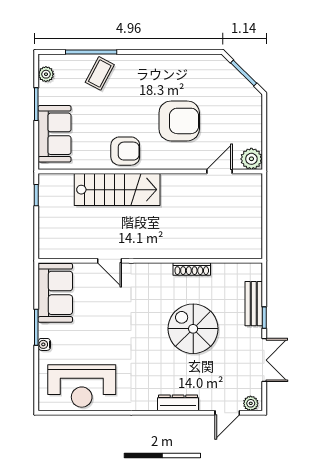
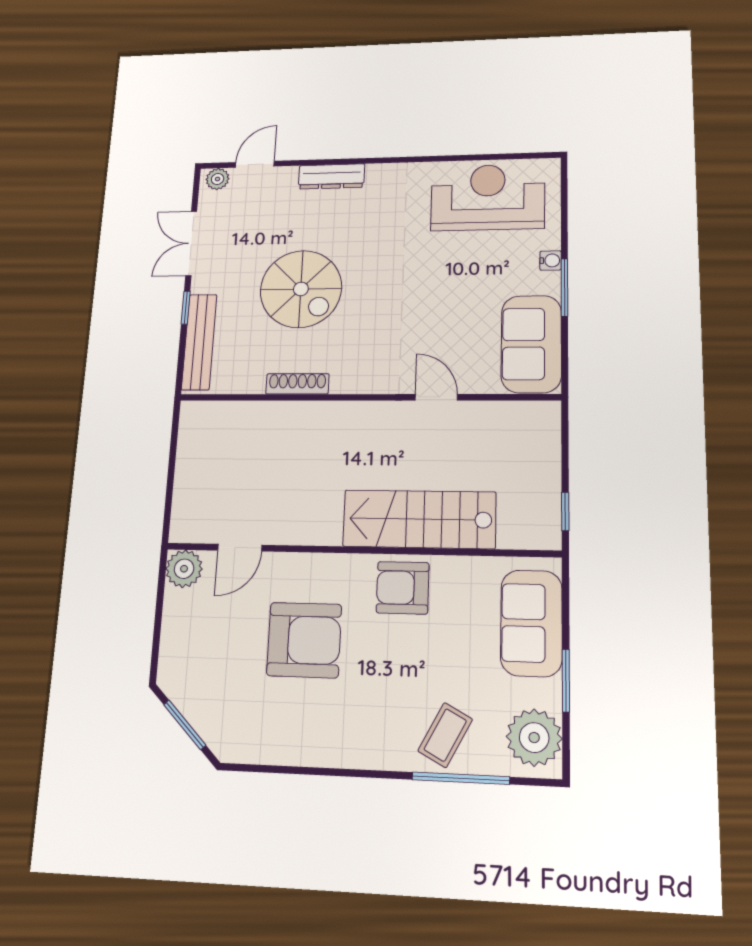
plant: (46, 74) -> (534, 738), width x1.88, depth x1.88
armchair: (179, 121) -> (304, 640), turned 180
bench: (254, 304) -> (199, 342), width x1.36

